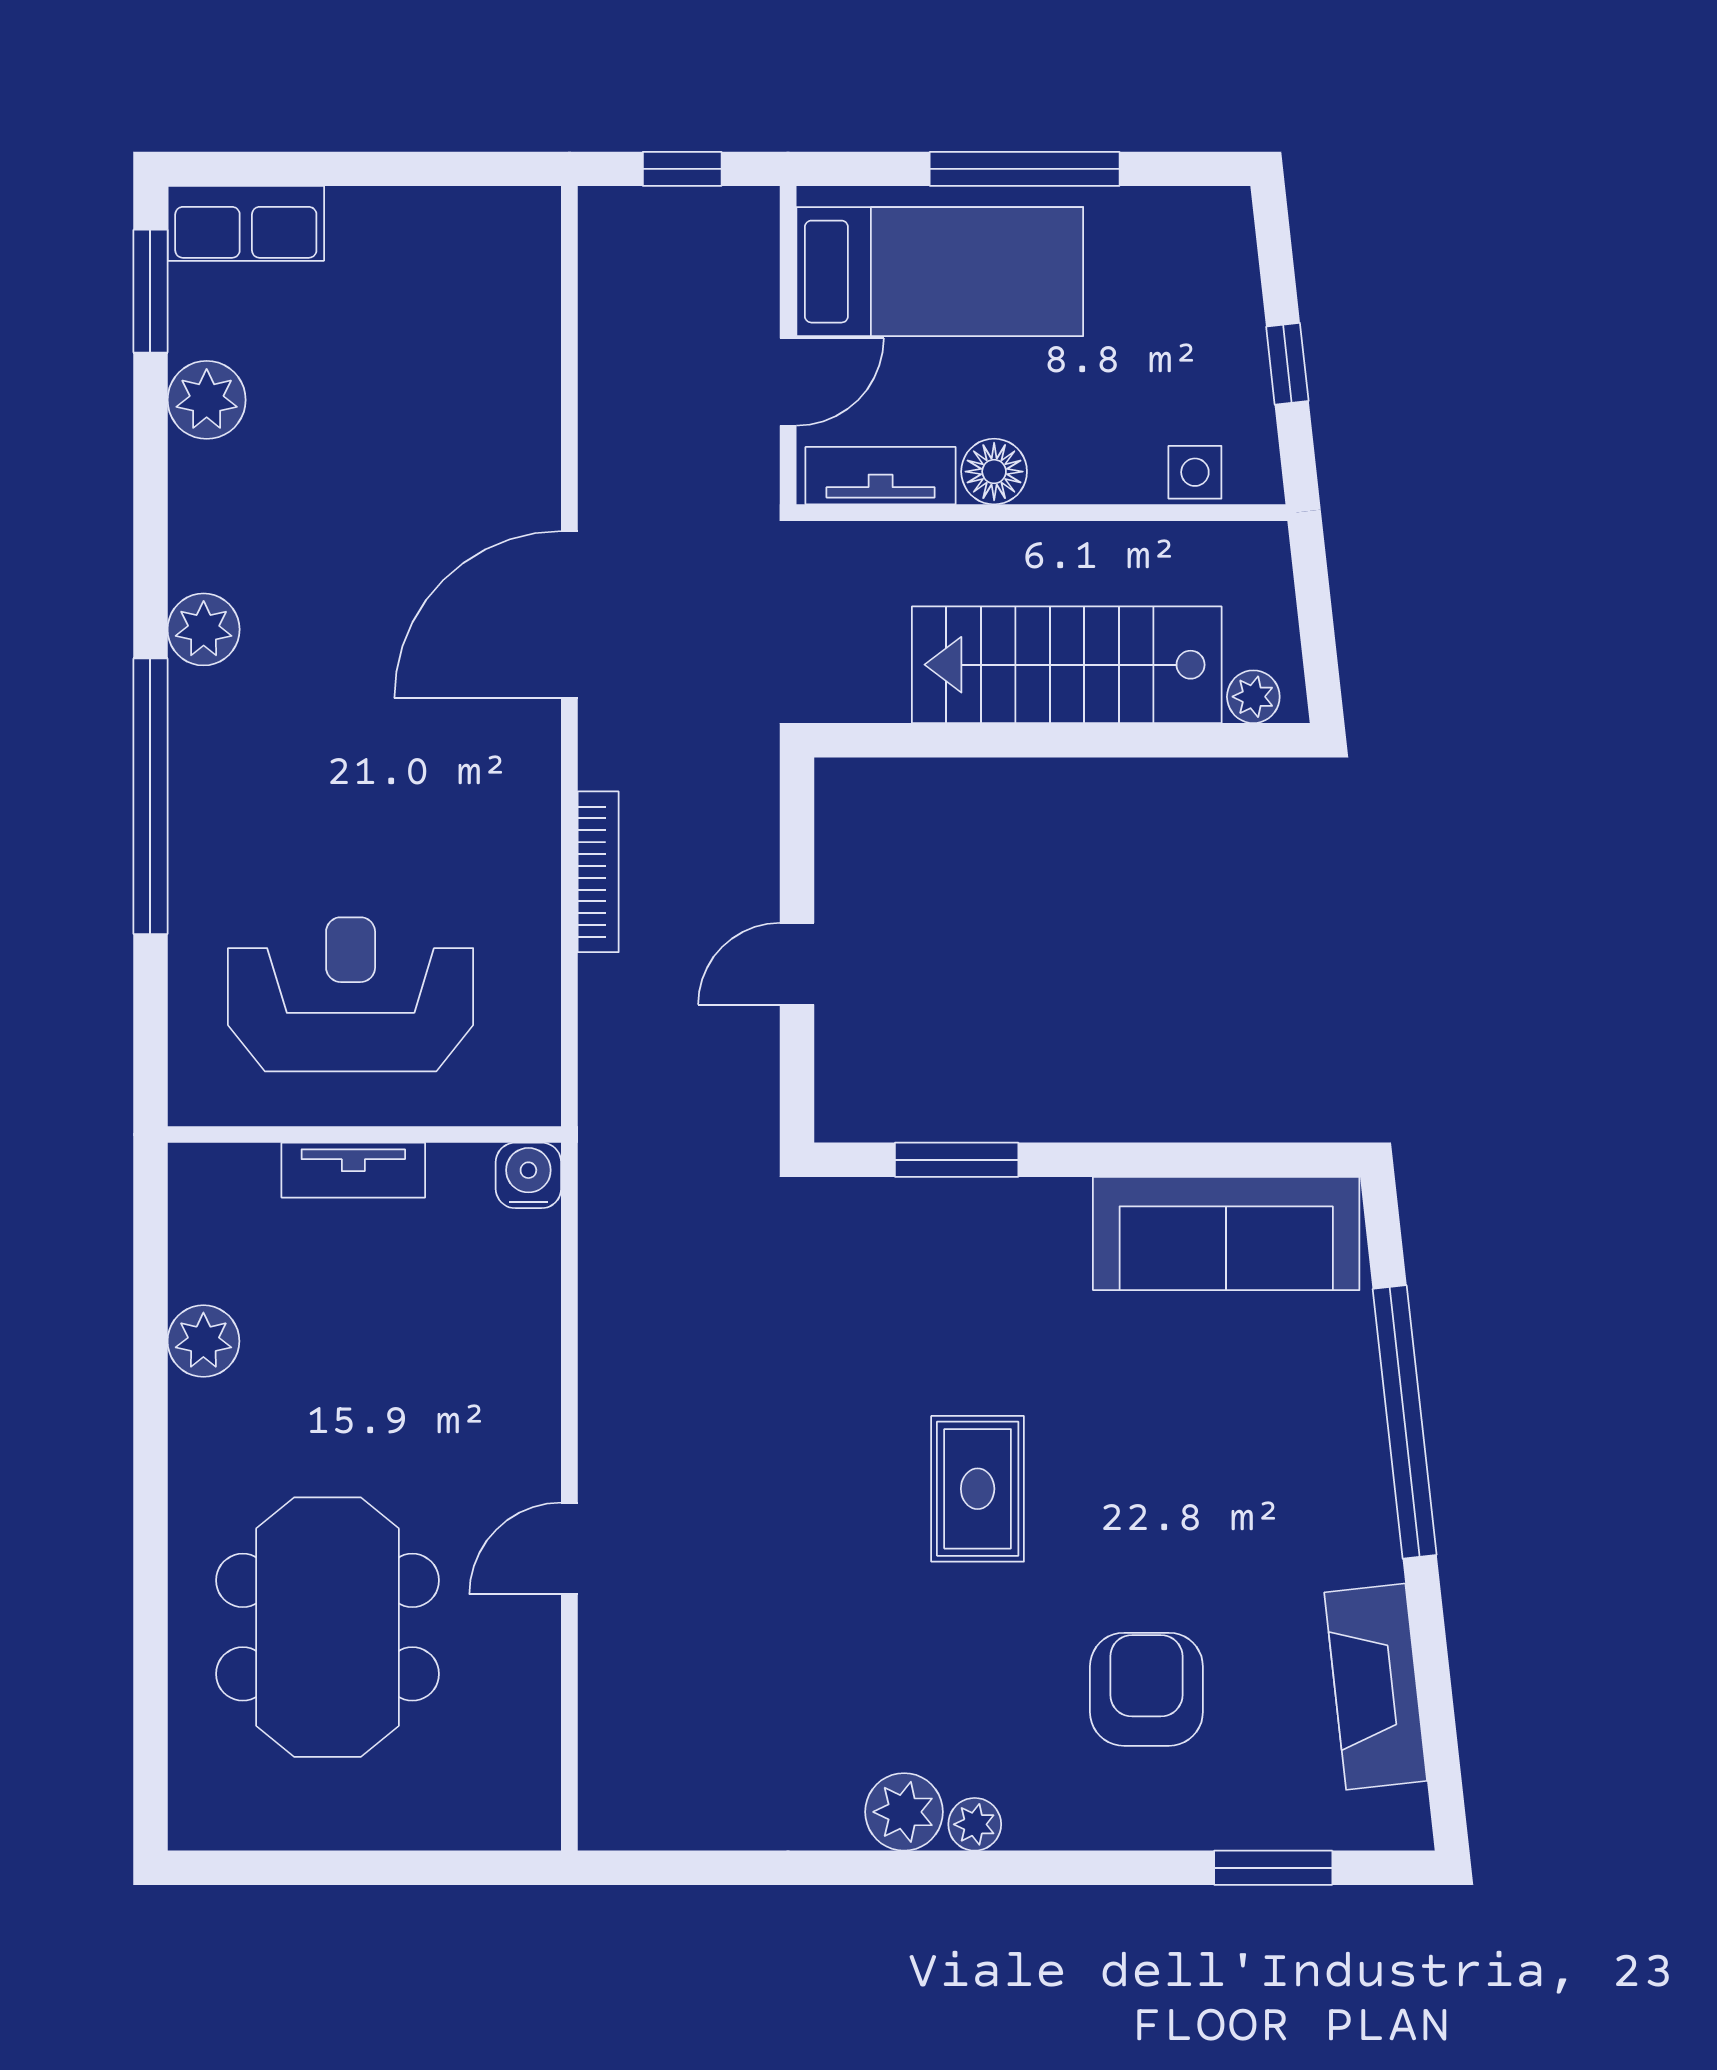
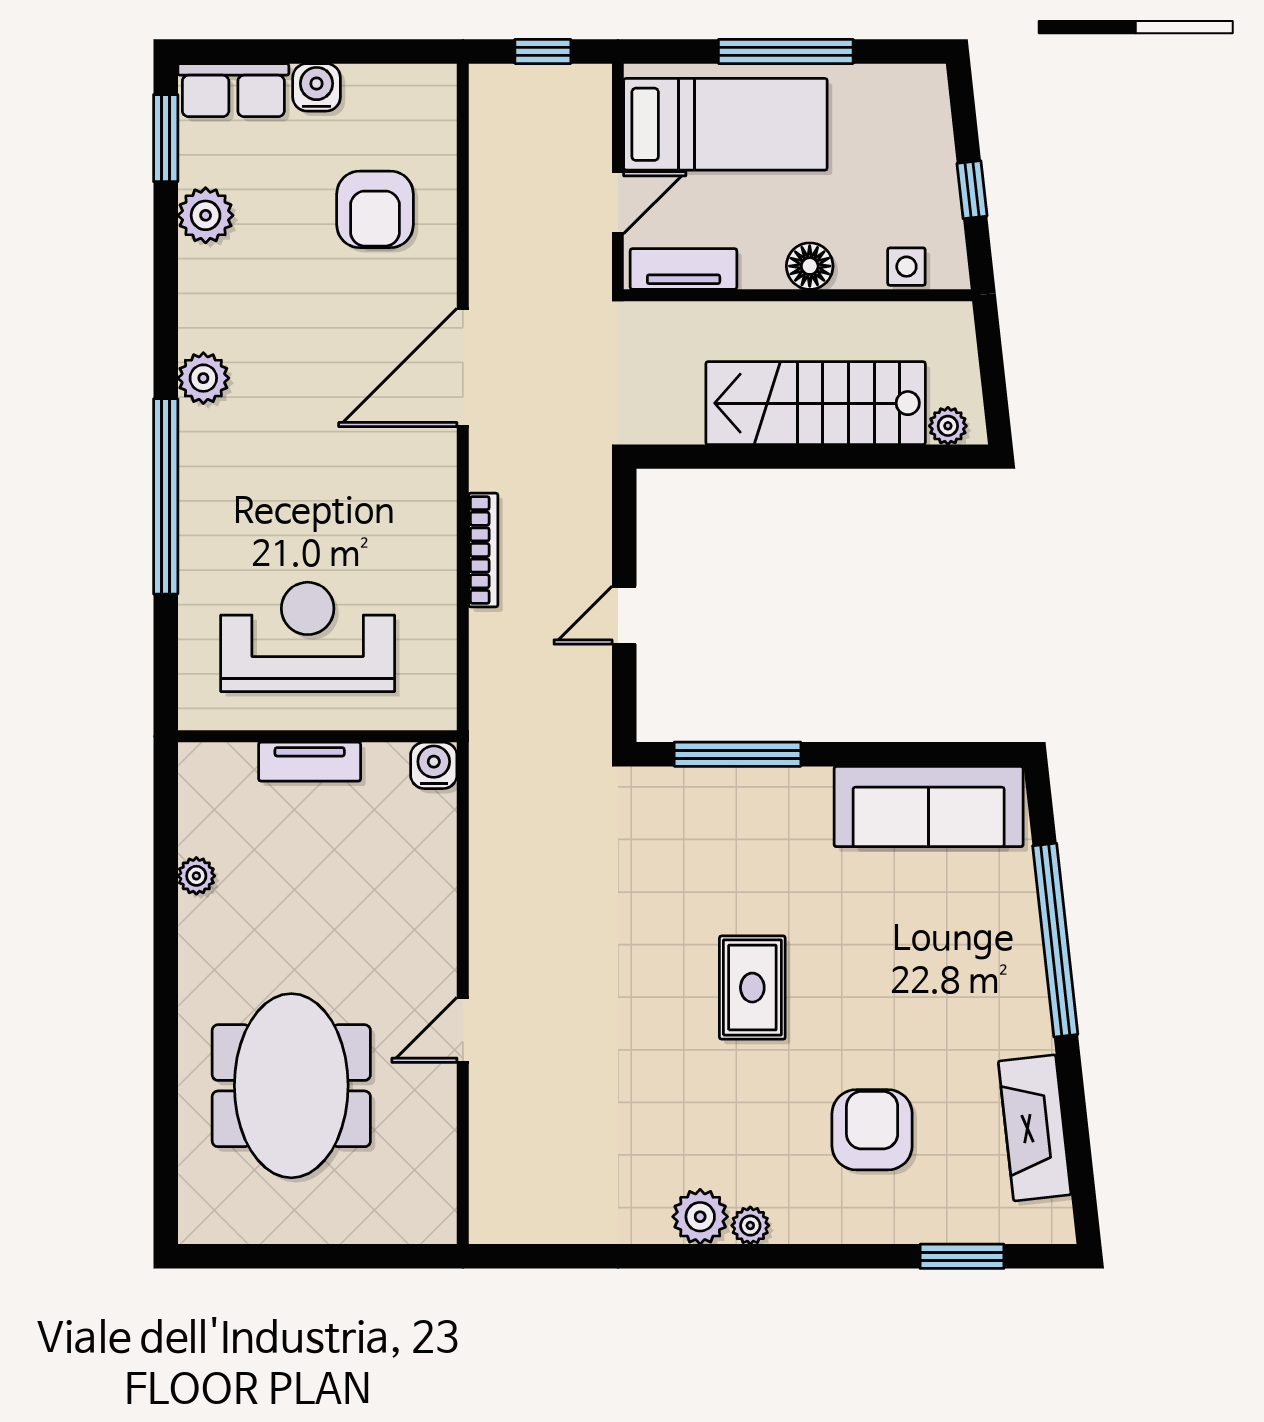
water cooler: (363, 219) -> (317, 87), added
armchair: (446, 392) -> (375, 209), added
floor lamp: (994, 472) -> (810, 266), moved
window: (957, 1160) -> (737, 754), width x1.44
plant: (203, 1341) -> (196, 876), width x0.73, depth x0.73

